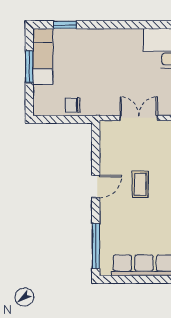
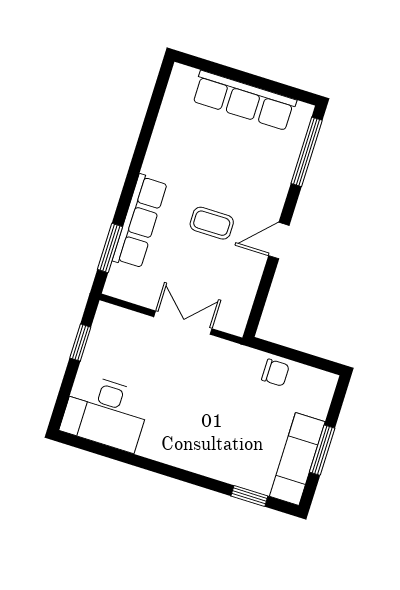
double door: (139, 118) -> (183, 323), swing flipped
coffee table: (140, 184) -> (212, 223), turned 90

